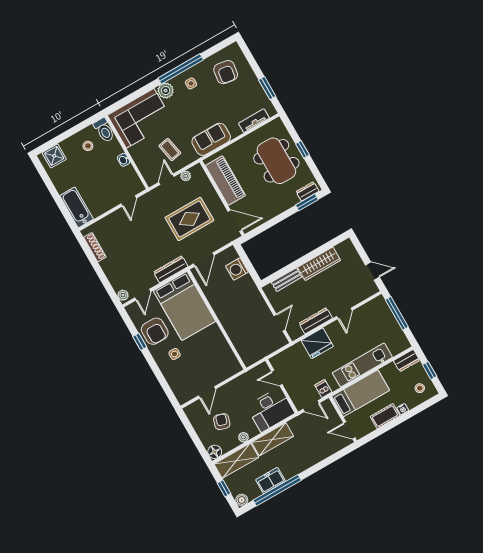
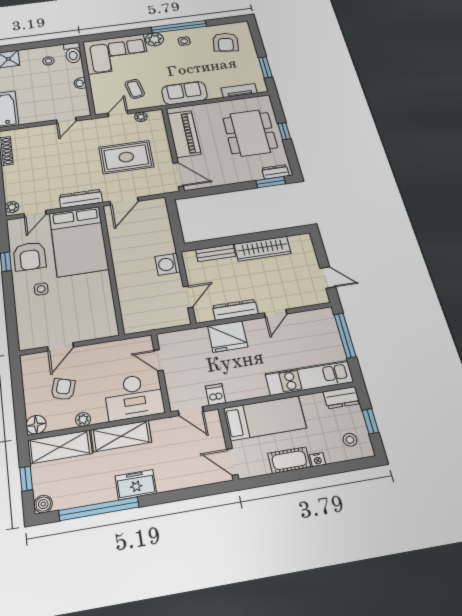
washing machine: (237, 269) -> (168, 264), moved
kitchen unit: (362, 365) -> (309, 378), moved
freezer: (271, 481) -> (136, 485), moved

